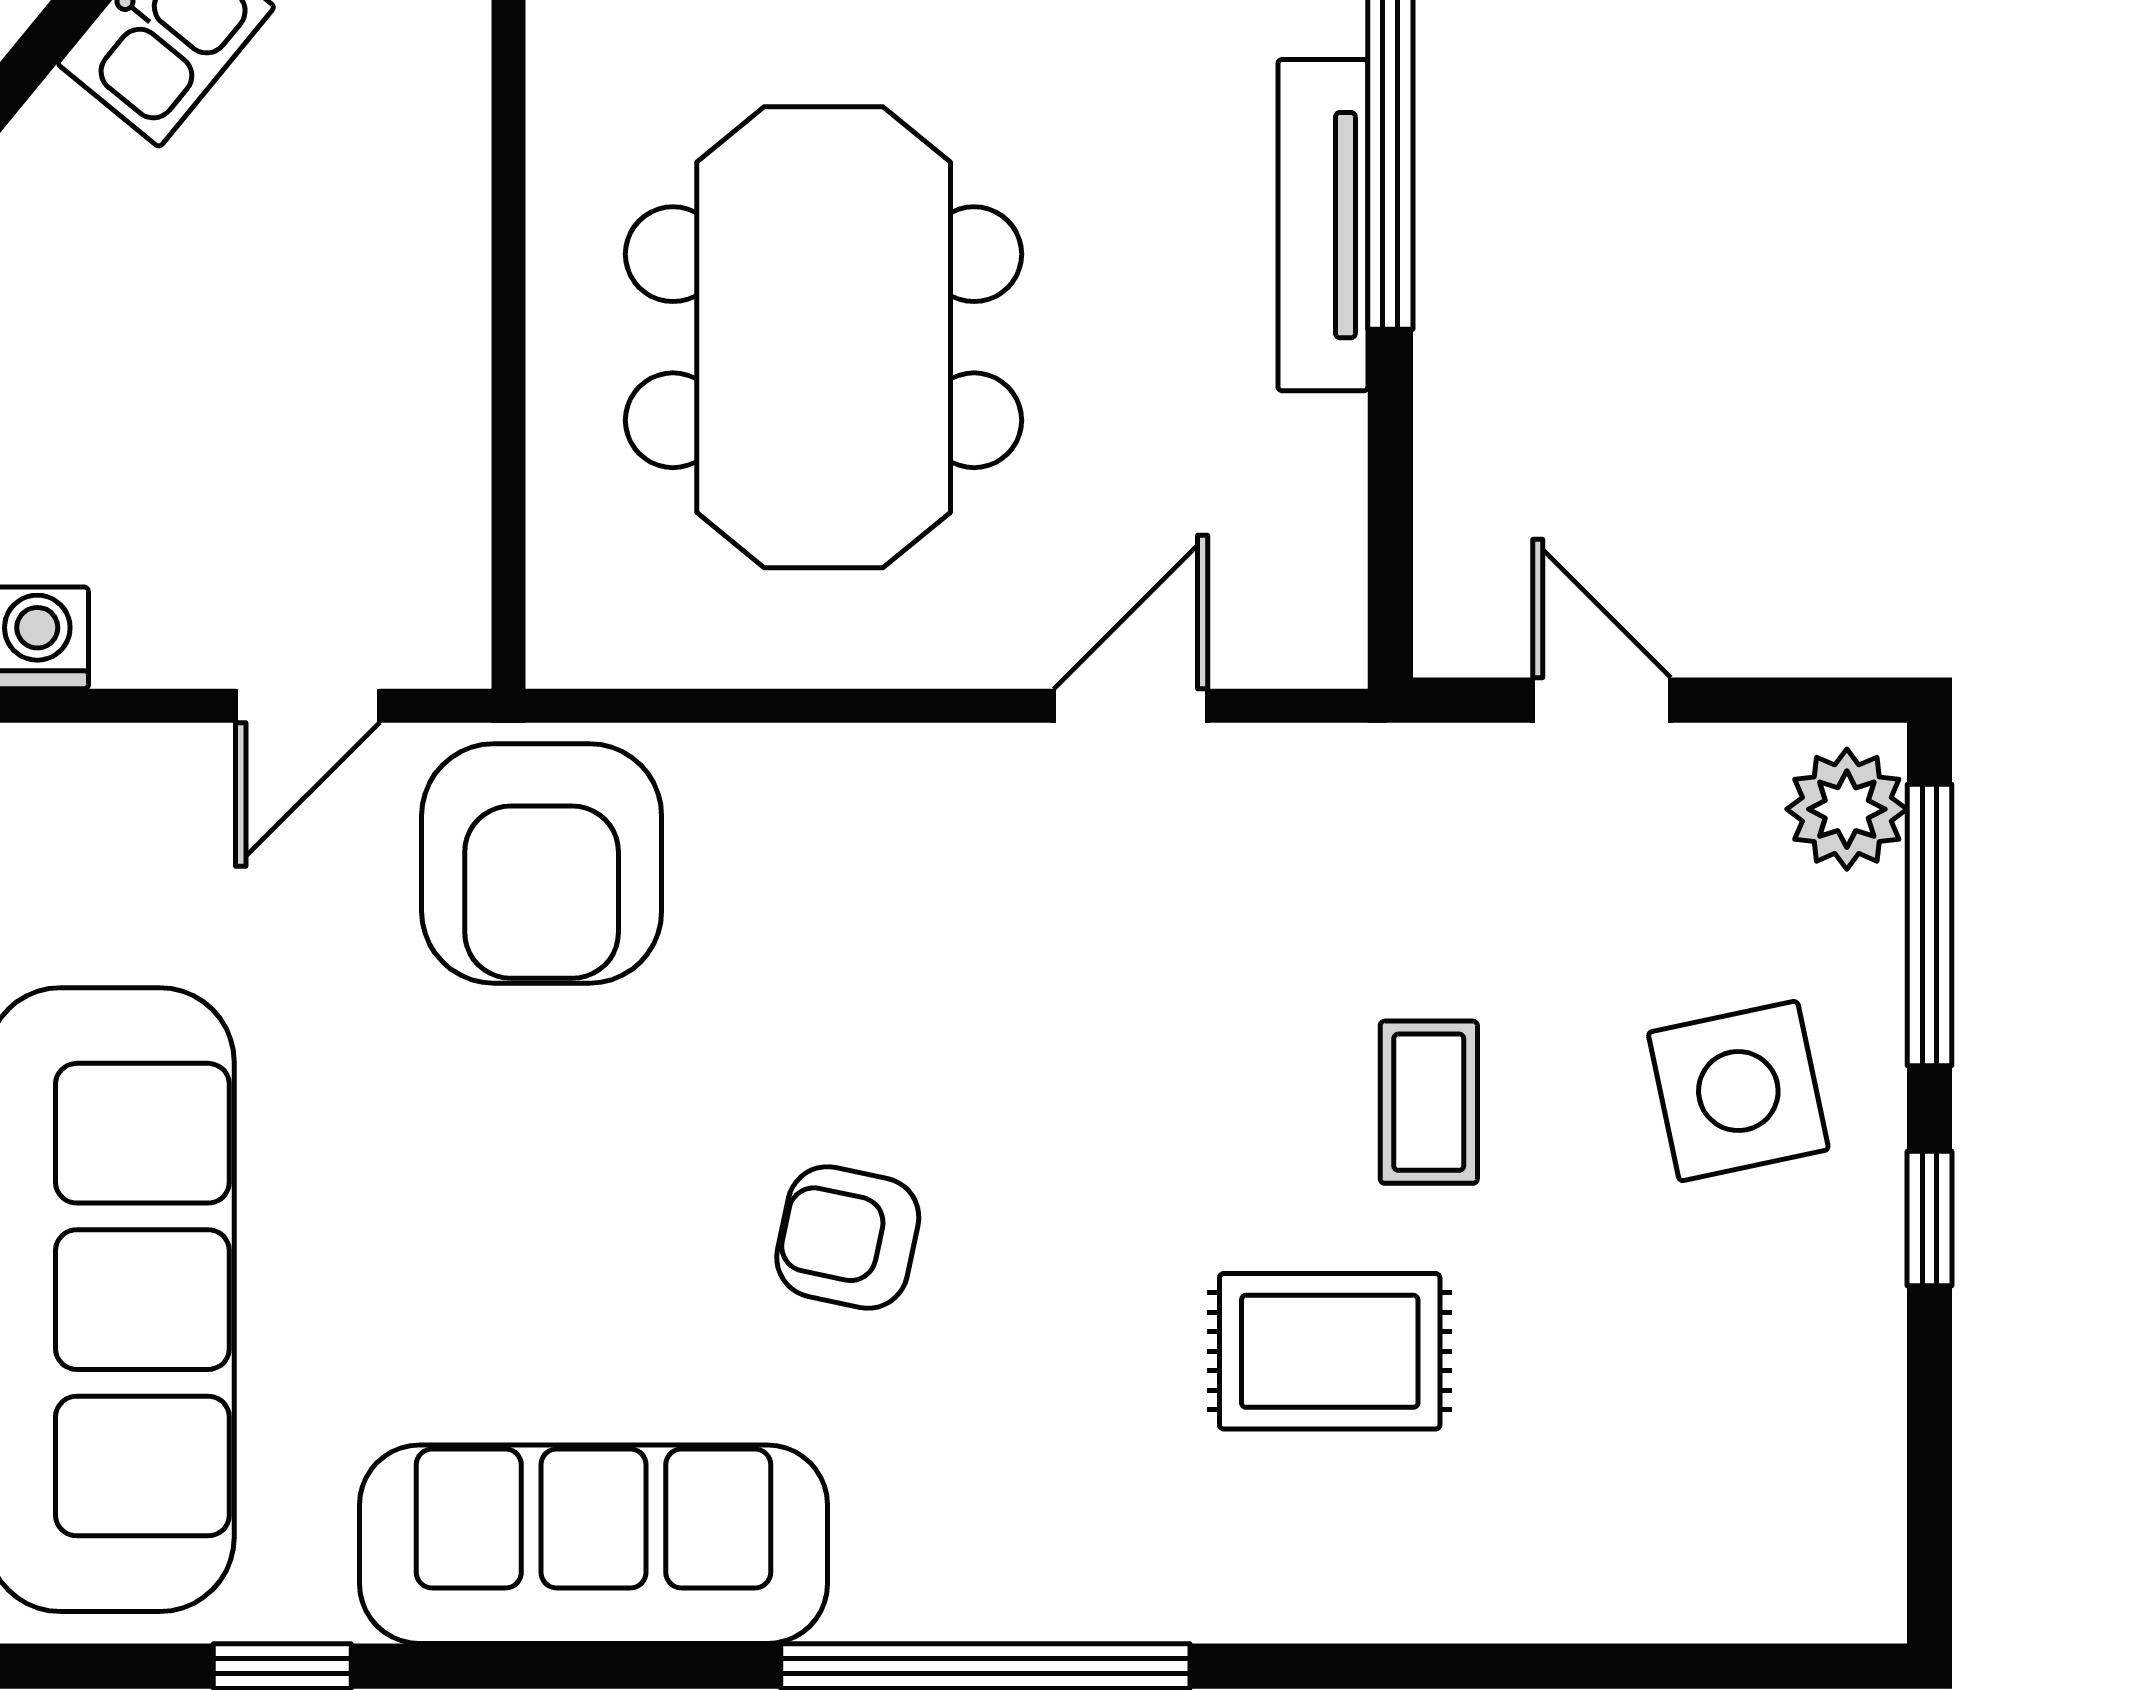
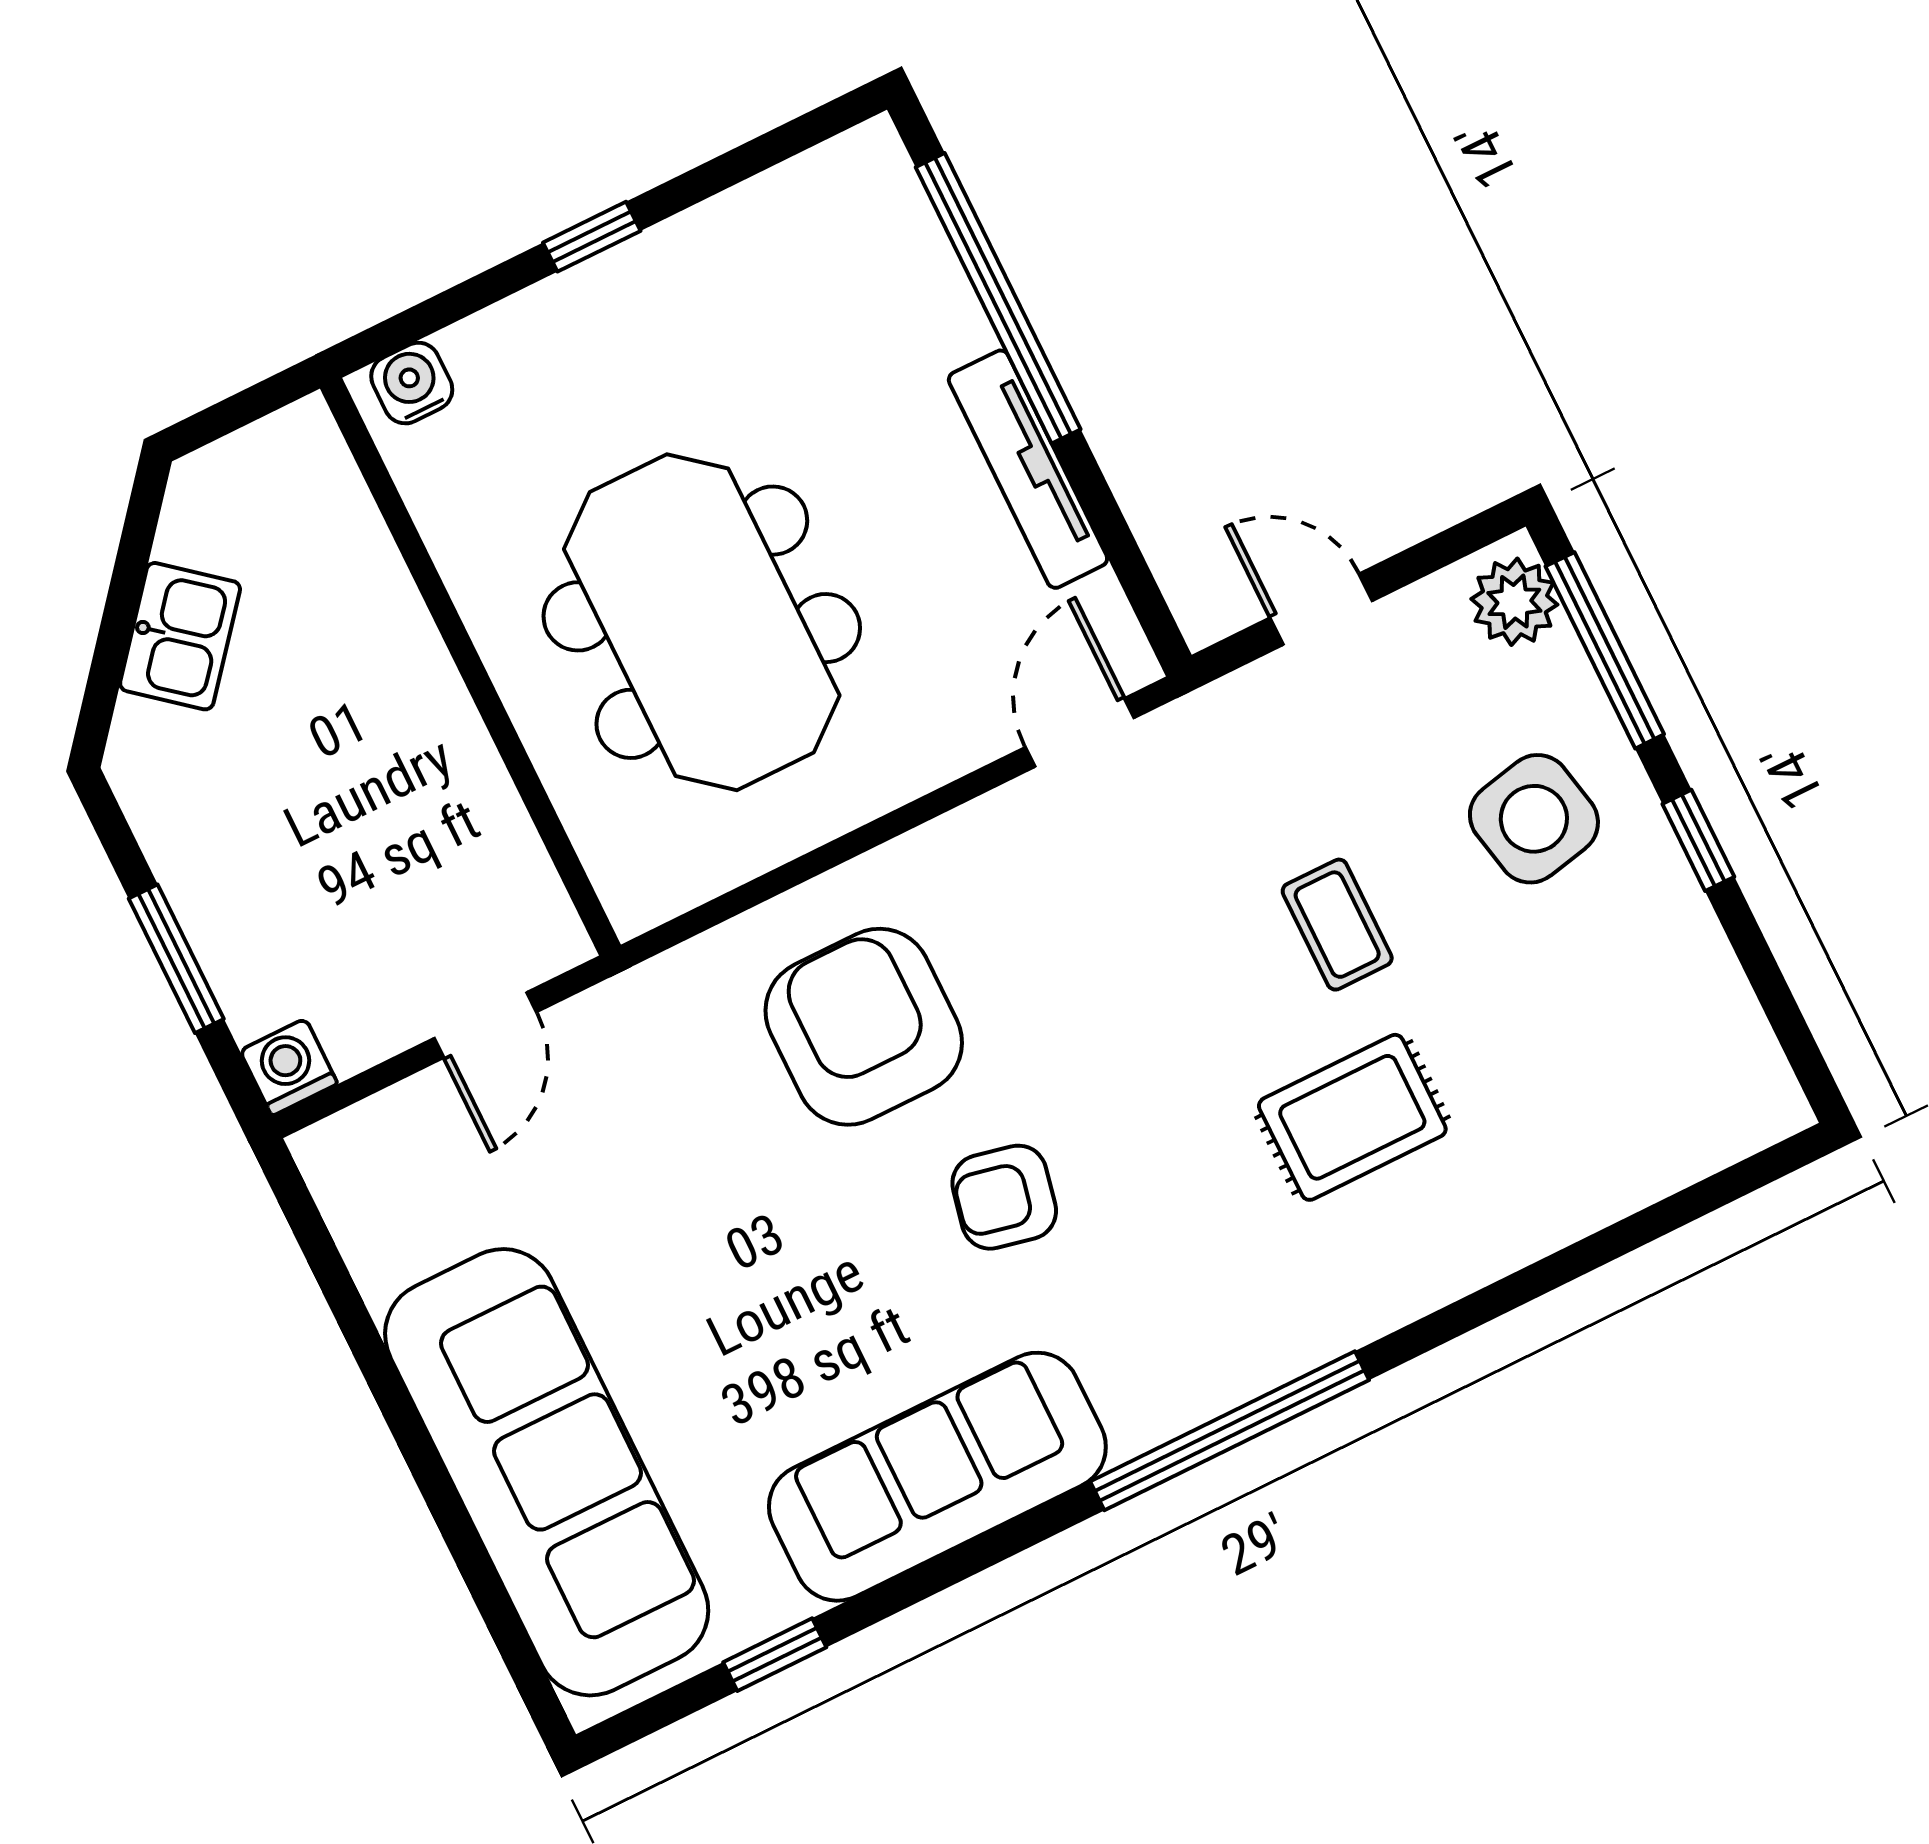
tv unit: (1323, 225) -> (1028, 469), moved
door: (1131, 706) -> (1080, 733), moved
armchair: (542, 863) -> (864, 1027), moved, turned 180

